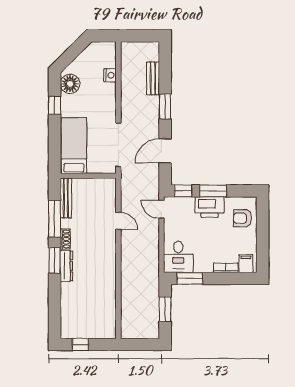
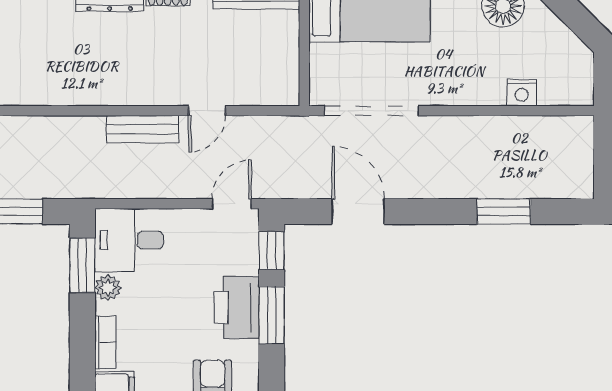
bench: (153, 78) -> (143, 129), moved
window: (165, 107) -> (504, 211), moved
plant: (200, 267) -> (108, 288), added

